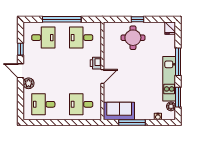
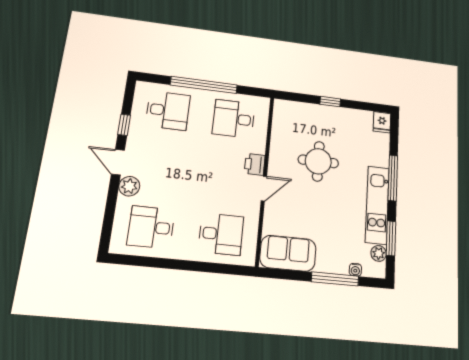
round table: (133, 38) -> (318, 161), moved
desk: (81, 104) -> (221, 234), turned 180
window: (132, 123) -> (335, 279), moved

